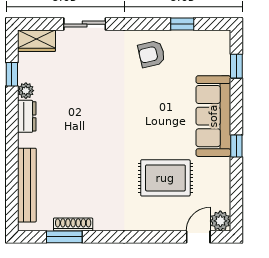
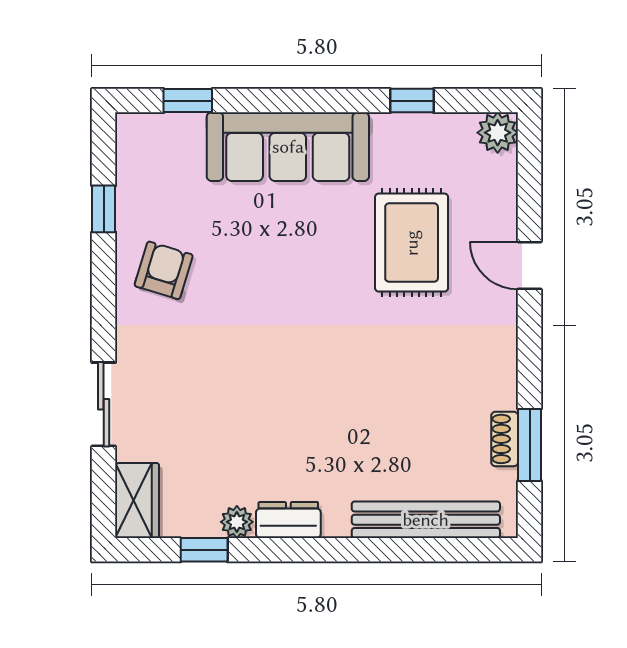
armchair: (152, 54) -> (164, 270), turned -150
window: (236, 146) -> (412, 101), moved
shoe rack: (73, 224) -> (505, 439), width x0.70
door: (198, 237) -> (530, 265), moved

